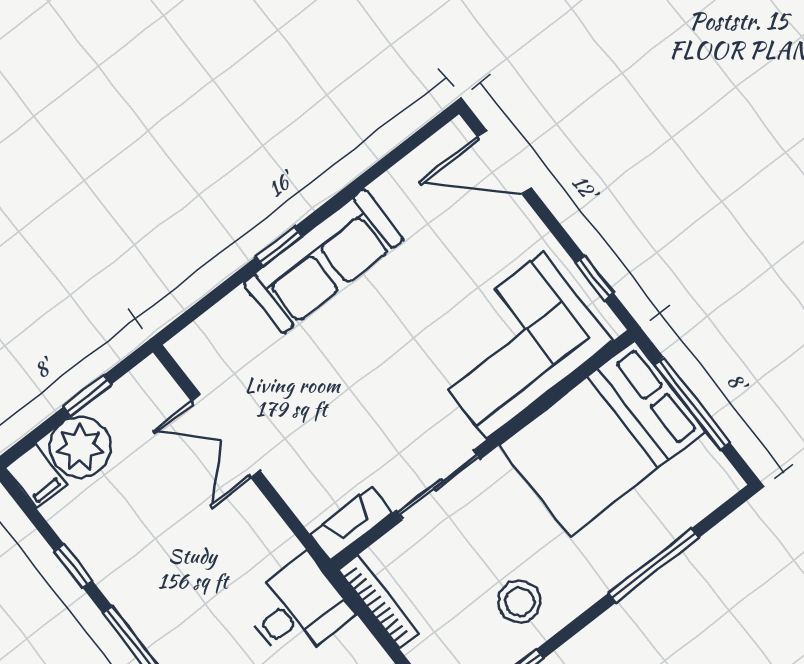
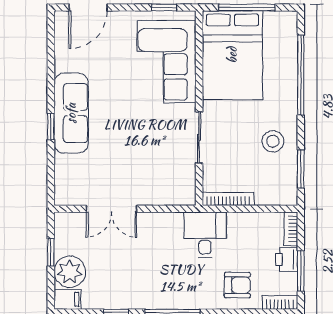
fireplace: (351, 523) -> (187, 185), removed
window: (653, 566) -> (301, 75), width x1.46

